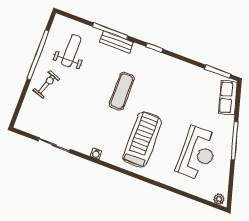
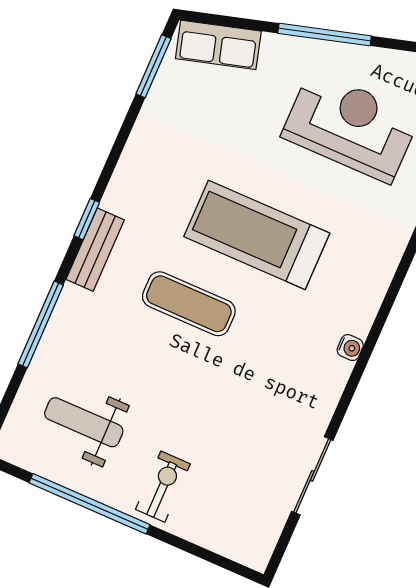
bench: (116, 42) -> (95, 250), moved
exercise bike: (47, 84) -> (163, 487), turned 70
treadmill: (142, 139) -> (257, 235), moved
water cooler: (96, 154) -> (350, 348), moved

